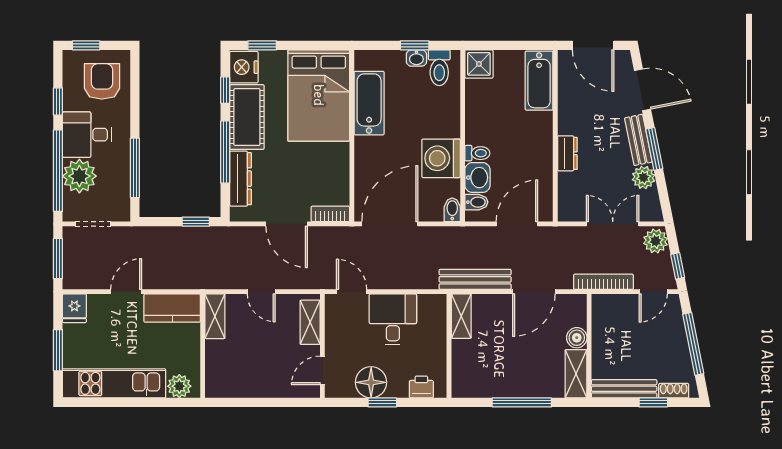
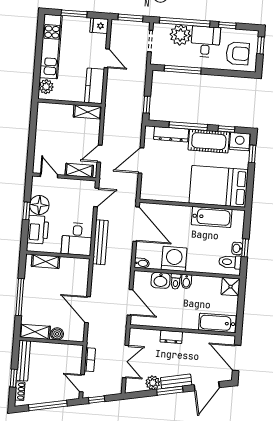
door: (593, 45) -> (237, 358), hinge flipped
bidet: (476, 202) -> (186, 282), moved
bookcase: (330, 214) -> (145, 188), removed
plant: (656, 241) -> (113, 387), removed
bench: (475, 279) -> (100, 242), moved
bookcase: (603, 282) -> (90, 360), width x0.64
door: (261, 292) -> (100, 154), moved
shelving: (461, 316) -> (46, 261), moved
desk: (393, 319) -> (77, 239), moved, turned 90
printer: (421, 387) -> (38, 230), width x1.87, depth x1.48

